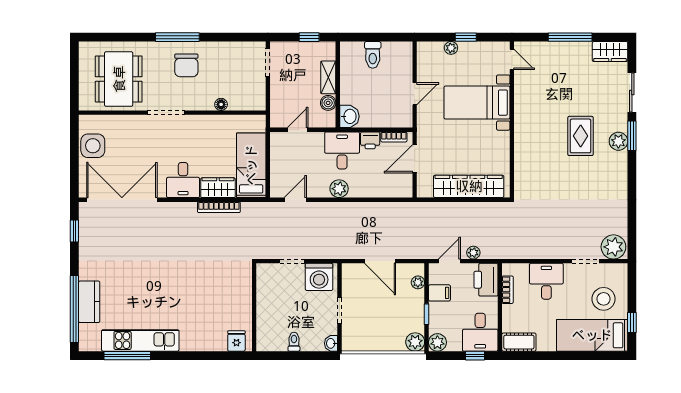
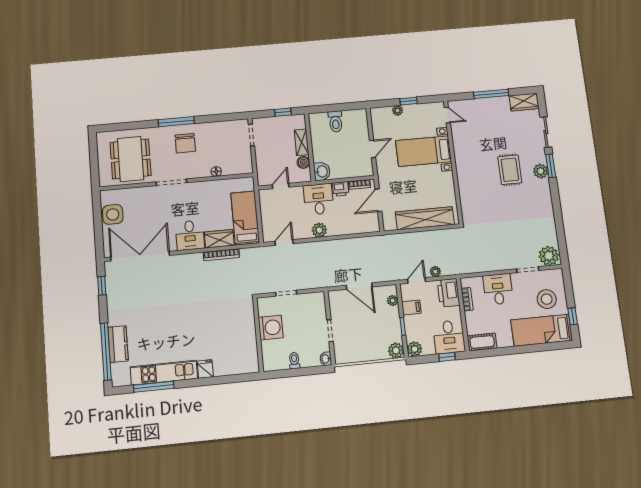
washing machine: (319, 277) -> (271, 328), moved, turned -90
fridge: (236, 341) -> (205, 369), moved

